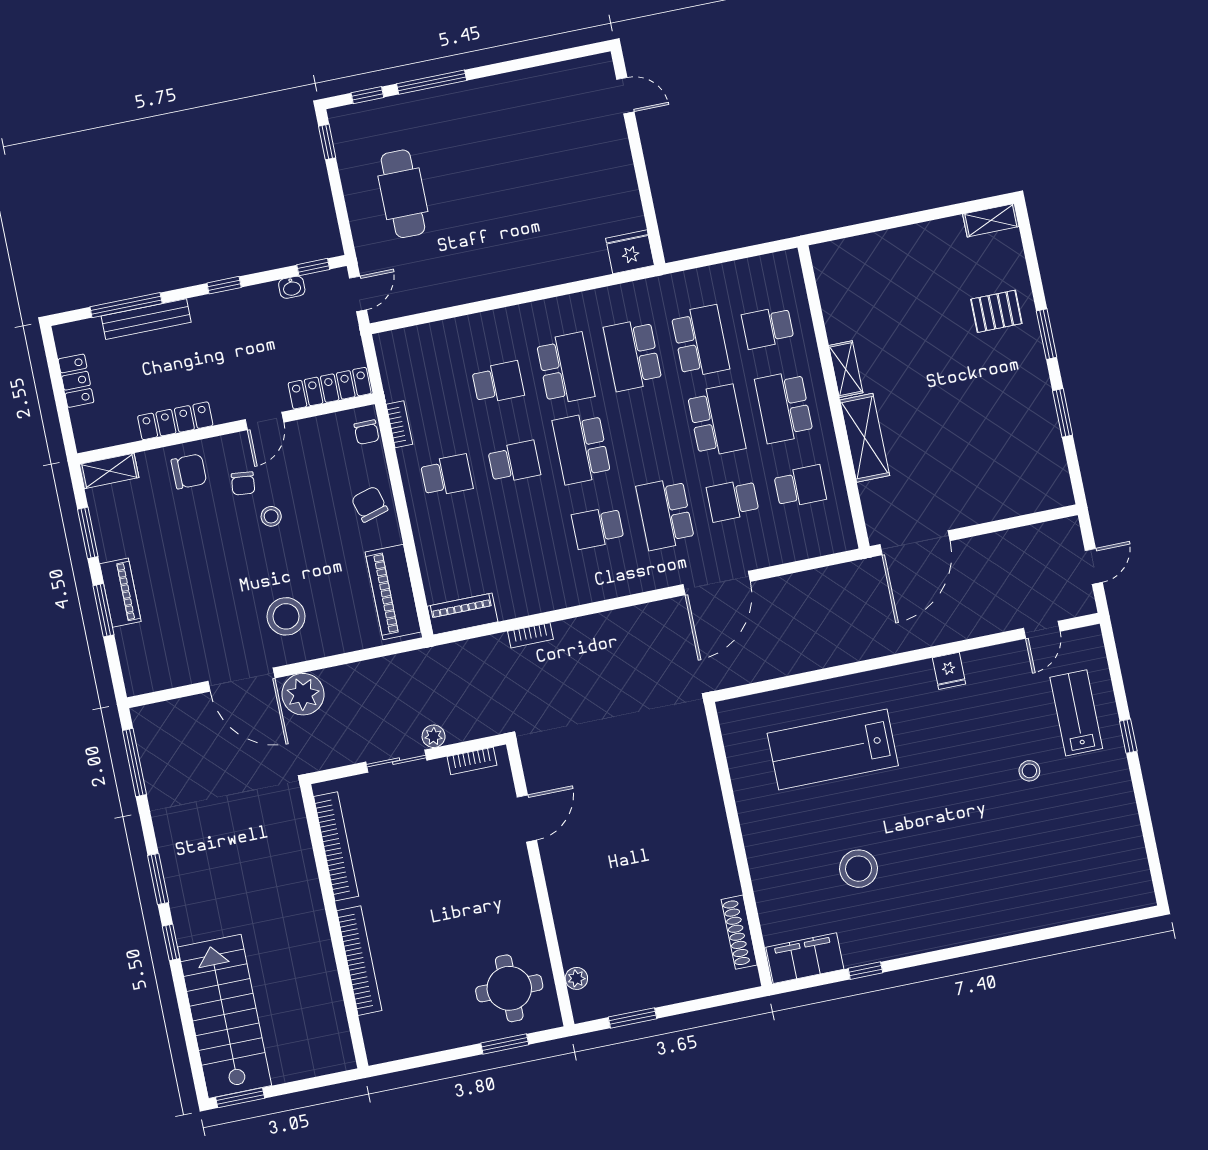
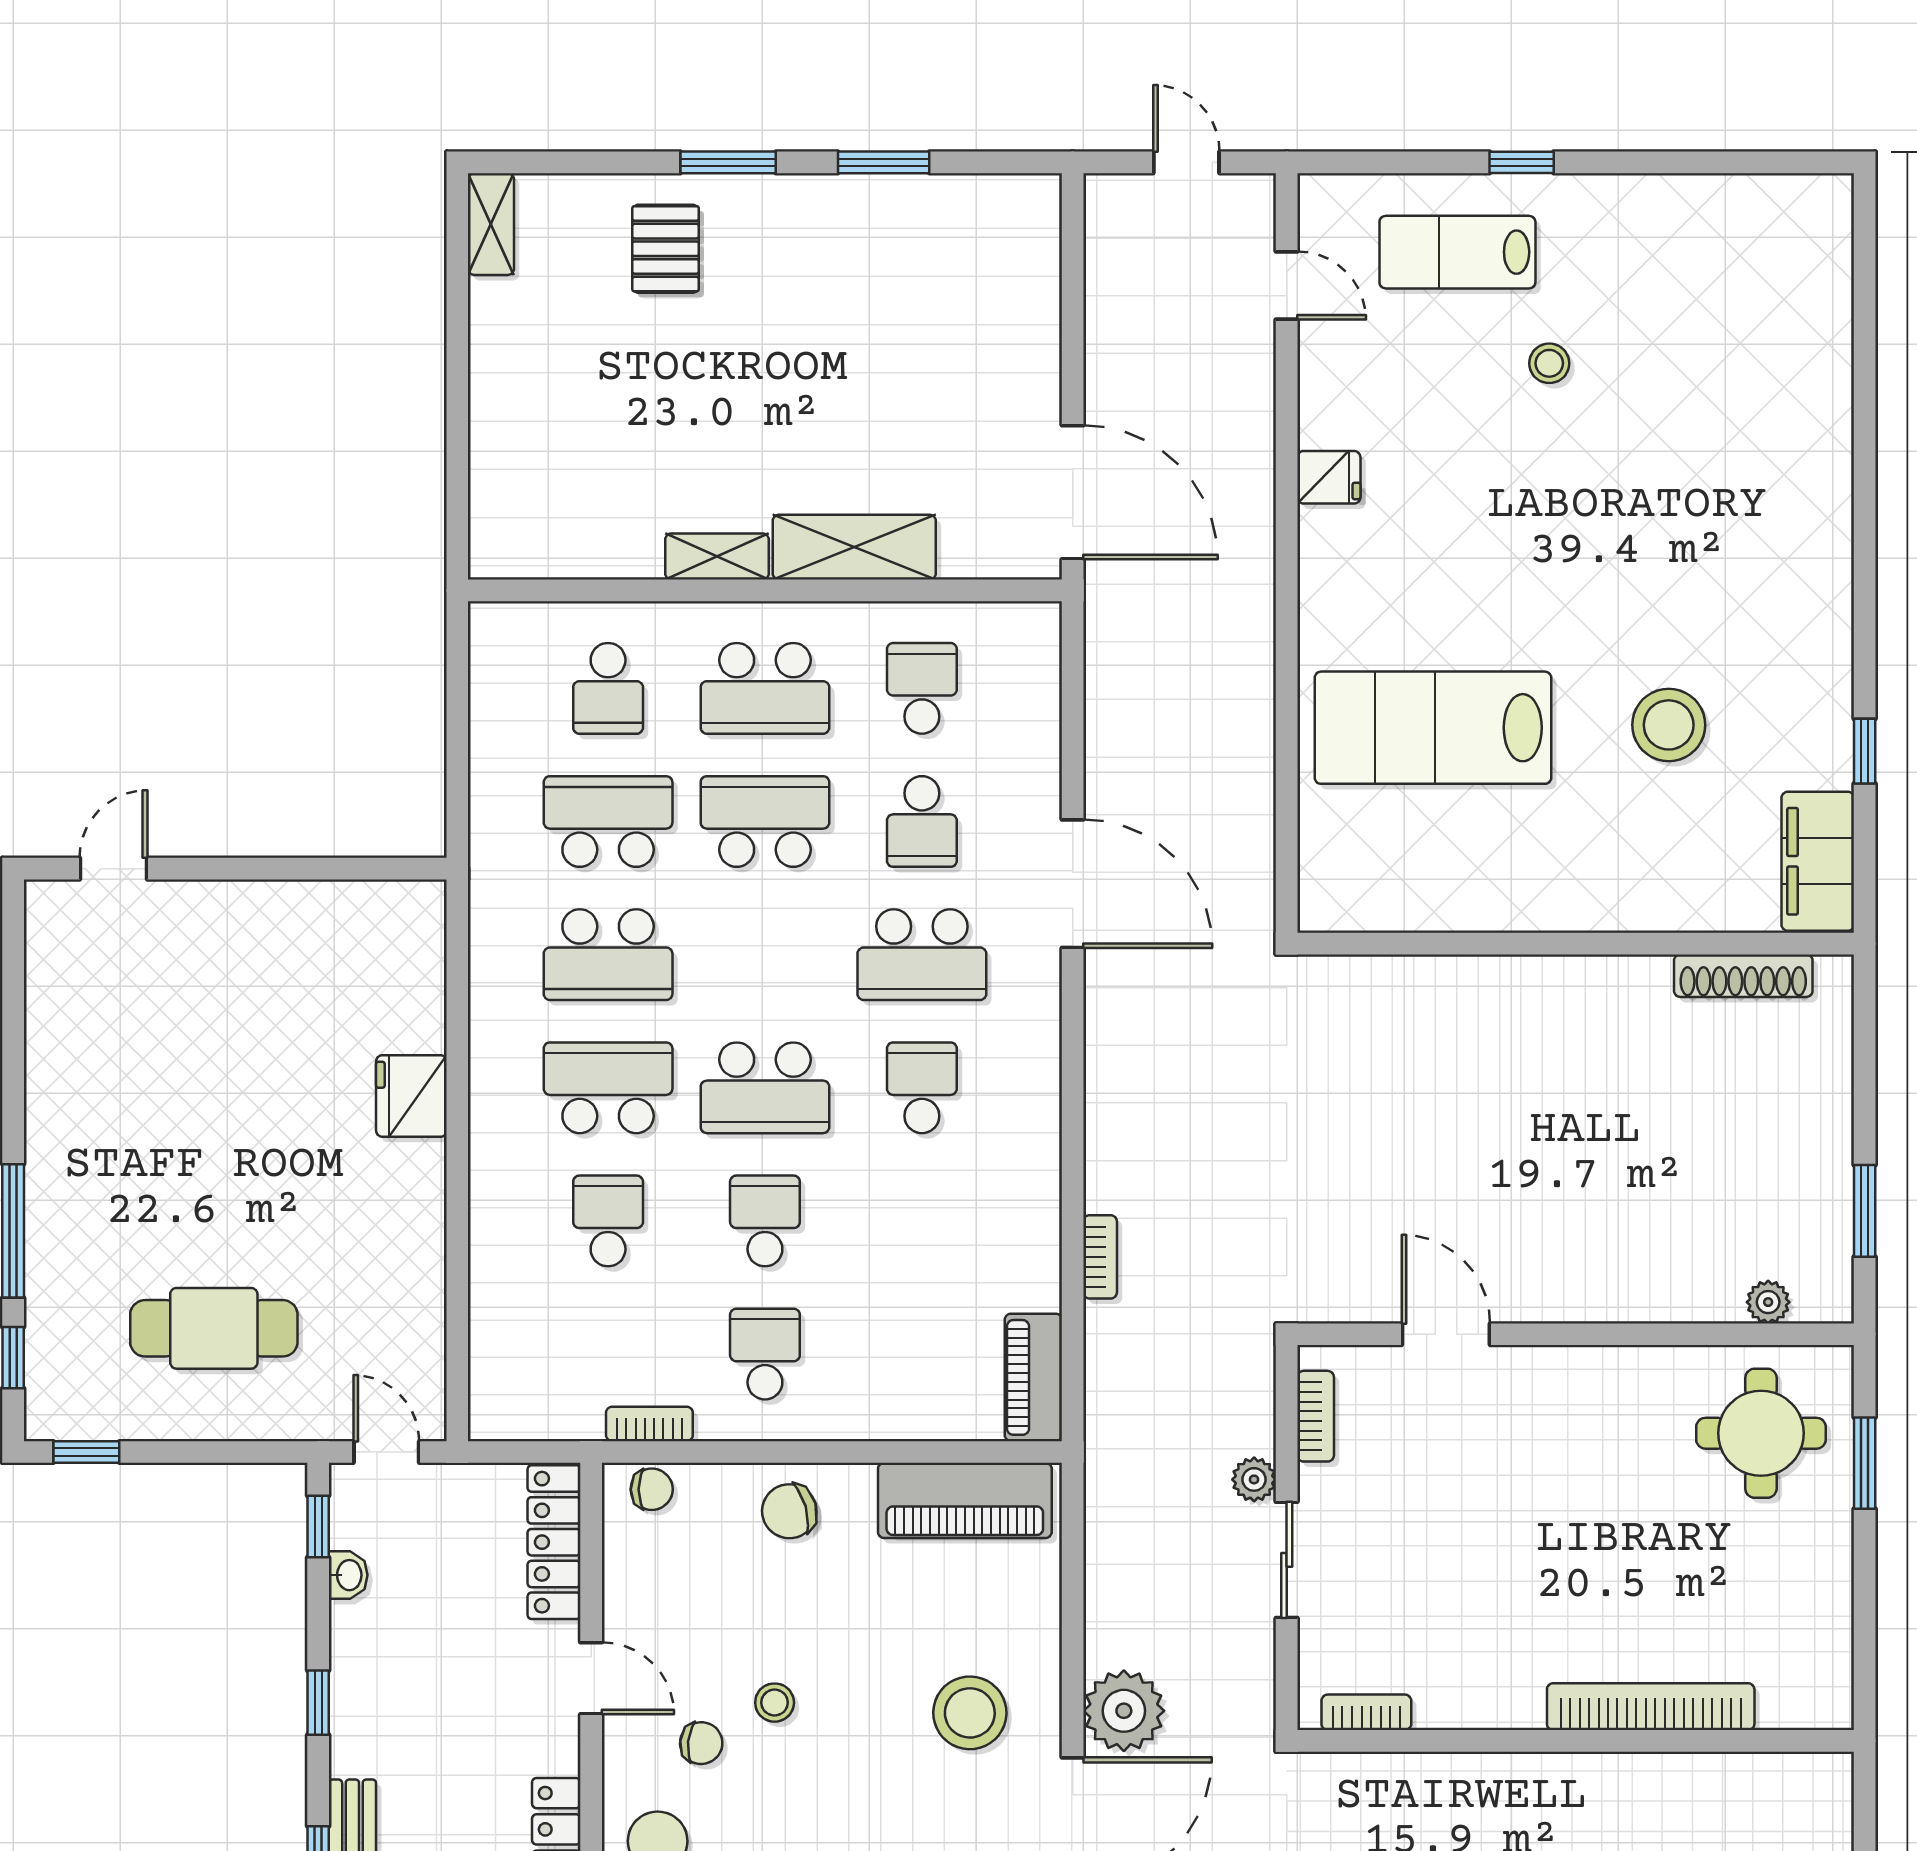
fridge: (630, 252) -> (411, 1096), moved
school desk: (598, 528) -> (922, 1088), turned 180
lab bench: (833, 749) -> (1433, 728), turned 90
bookcase: (336, 846) -> (1366, 1712), width x0.43, depth x0.76

